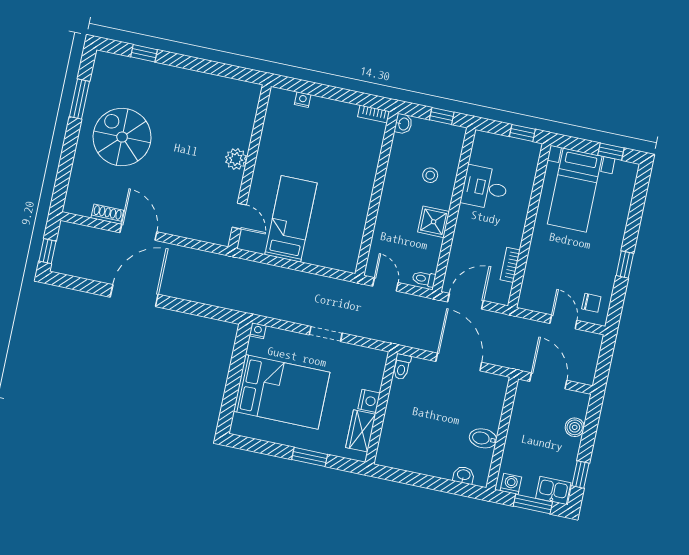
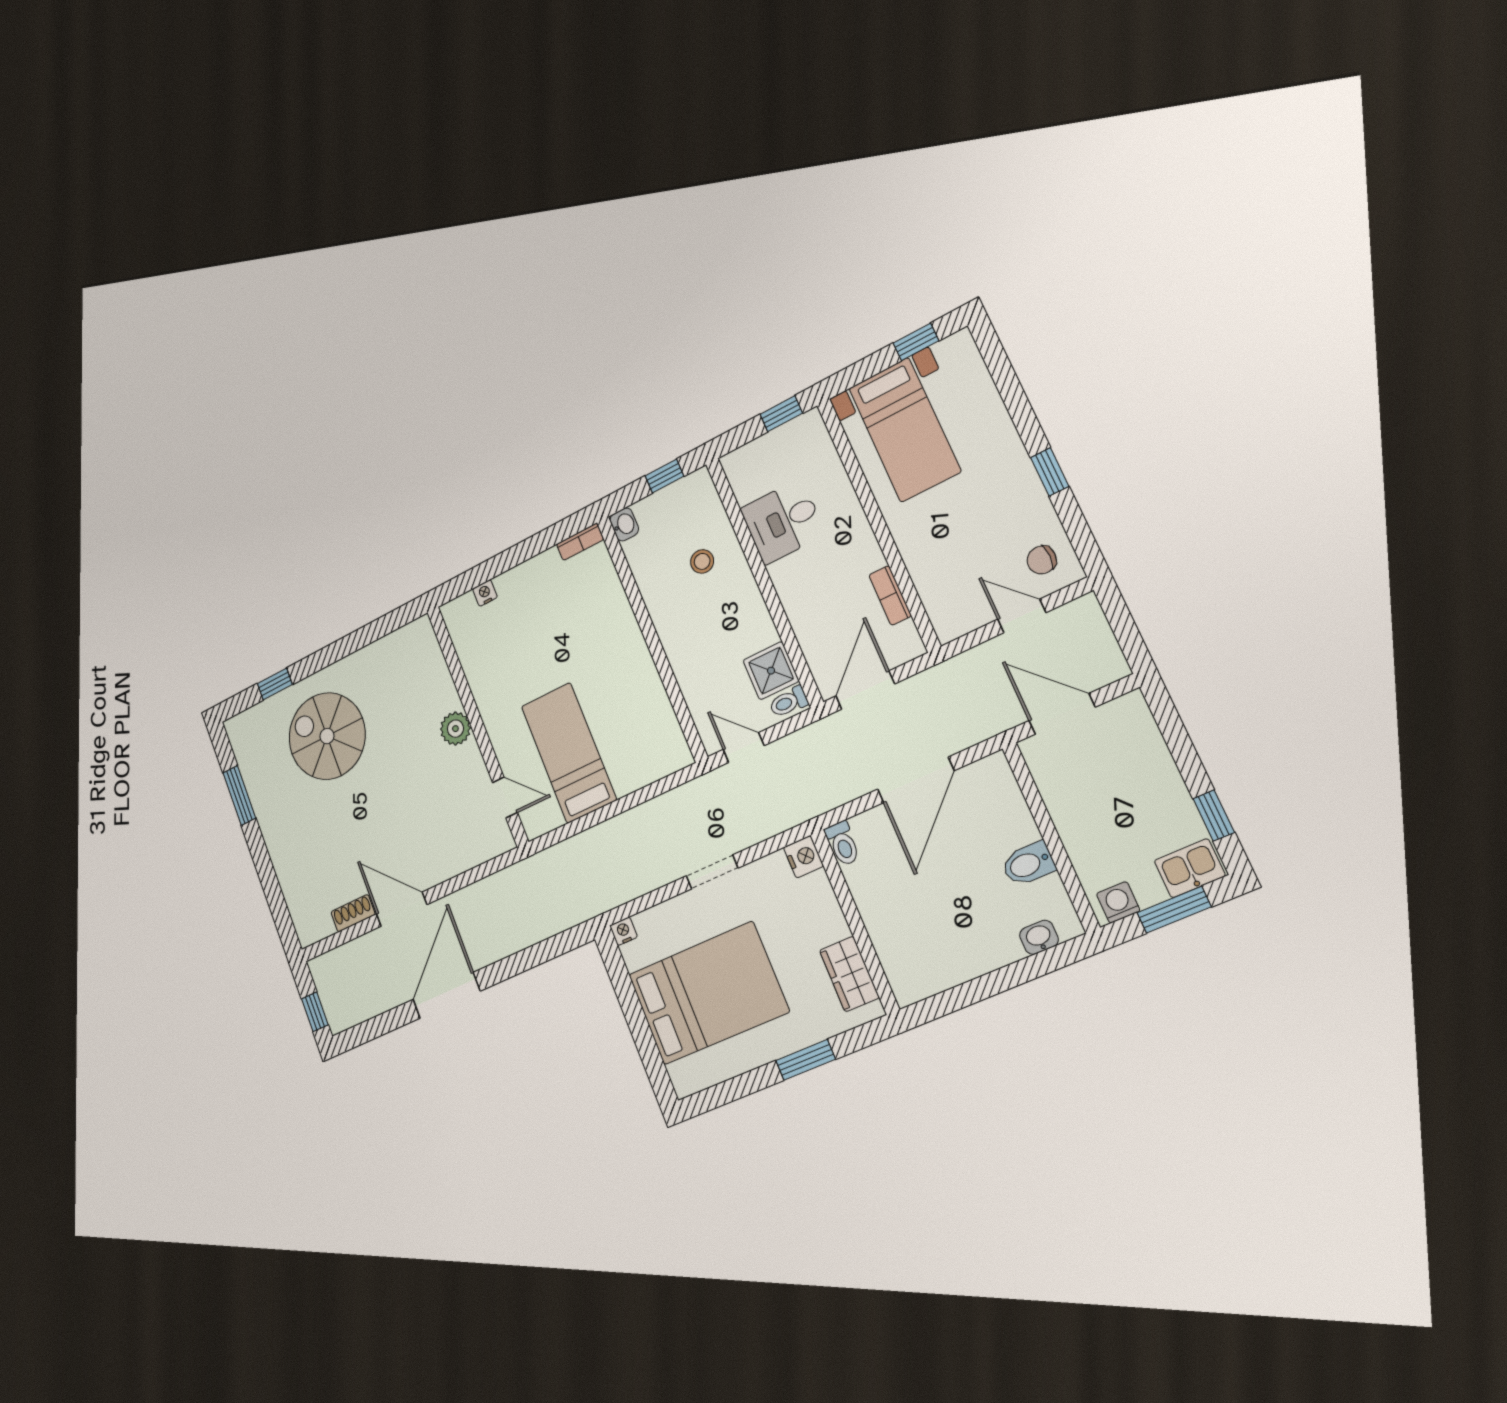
spiral stairs: (122, 137) -> (327, 736), moved
shower: (434, 222) -> (771, 671), moved
chair: (591, 303) -> (1042, 560), turned 180
door: (459, 362) -> (916, 780), swing flipped
nightstand: (369, 401) -> (804, 857), moved
boiler: (575, 427) -> (1152, 752), removed

